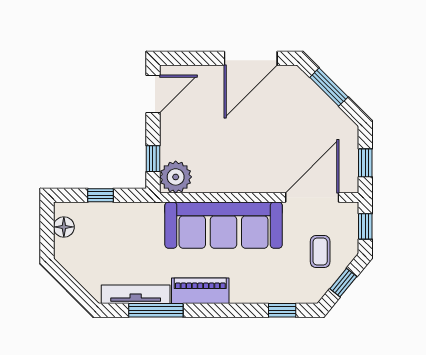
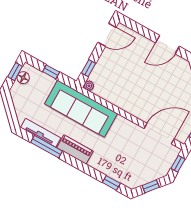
door: (251, 58) -> (167, 45), width x0.73
plant: (176, 177) -> (89, 86), width x0.53, depth x0.53
window: (47, 225) -> (15, 72), added
sofa: (224, 225) -> (81, 109), moved
coffee table: (320, 252) -> (148, 164), removed

